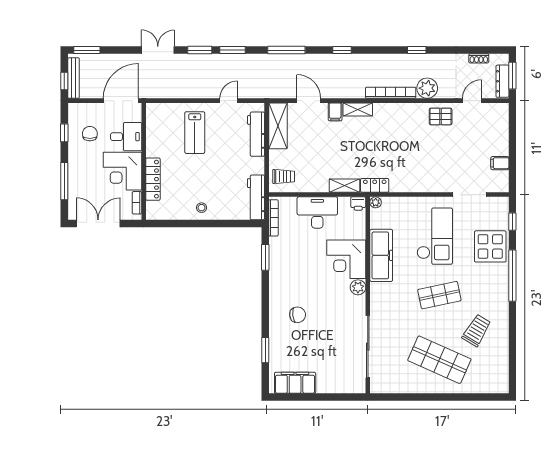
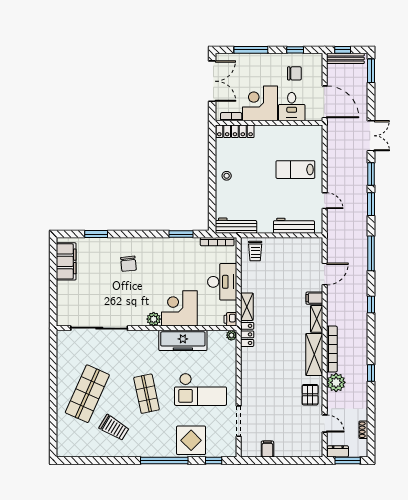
dresser: (502, 81) -> (338, 451), width x0.70
shelving: (278, 126) -> (314, 355), moved, turned 90
locker: (153, 179) -> (235, 131), moved

